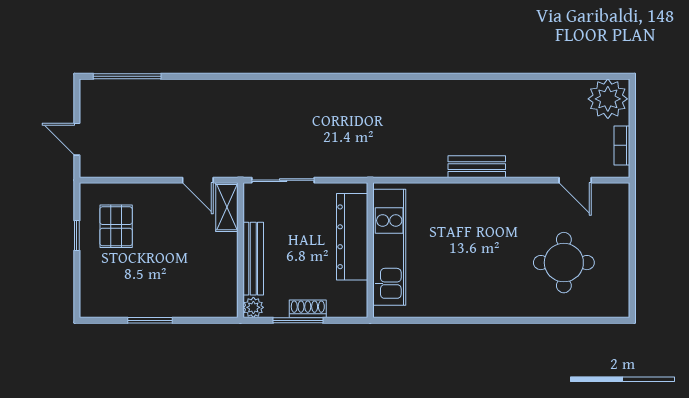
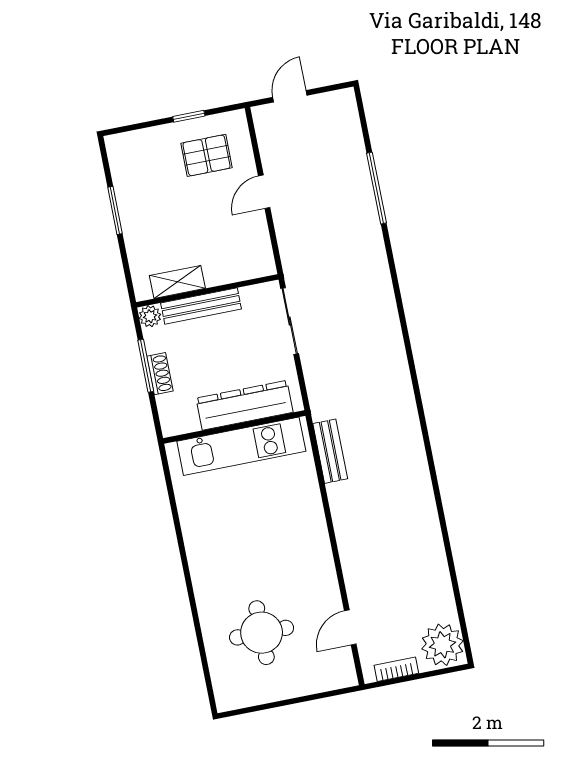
window: (127, 76) -> (376, 188), moved
bench: (477, 167) -> (330, 451), moved
door: (198, 180) -> (264, 192), moved
shelving: (227, 207) -> (177, 282), moved

